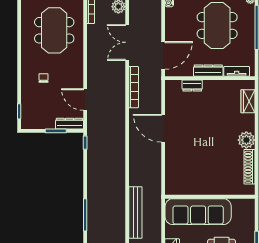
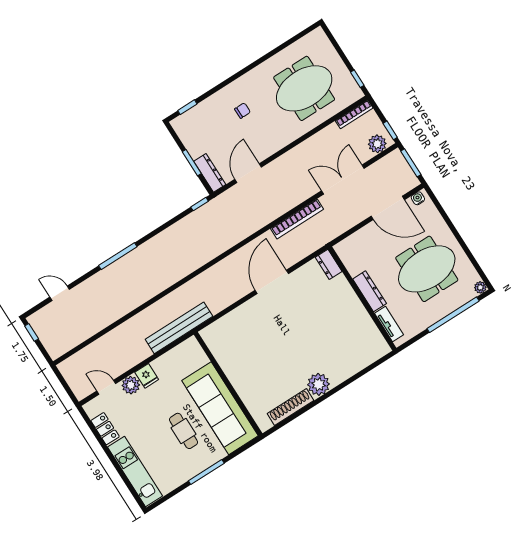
door: (163, 55) -> (388, 208), moved
dresser: (192, 85) -> (329, 264), moved
wardrobe: (248, 101) -> (363, 358), removed
bench: (135, 212) -> (179, 328), moved
sofa: (198, 212) -> (220, 408), moved

